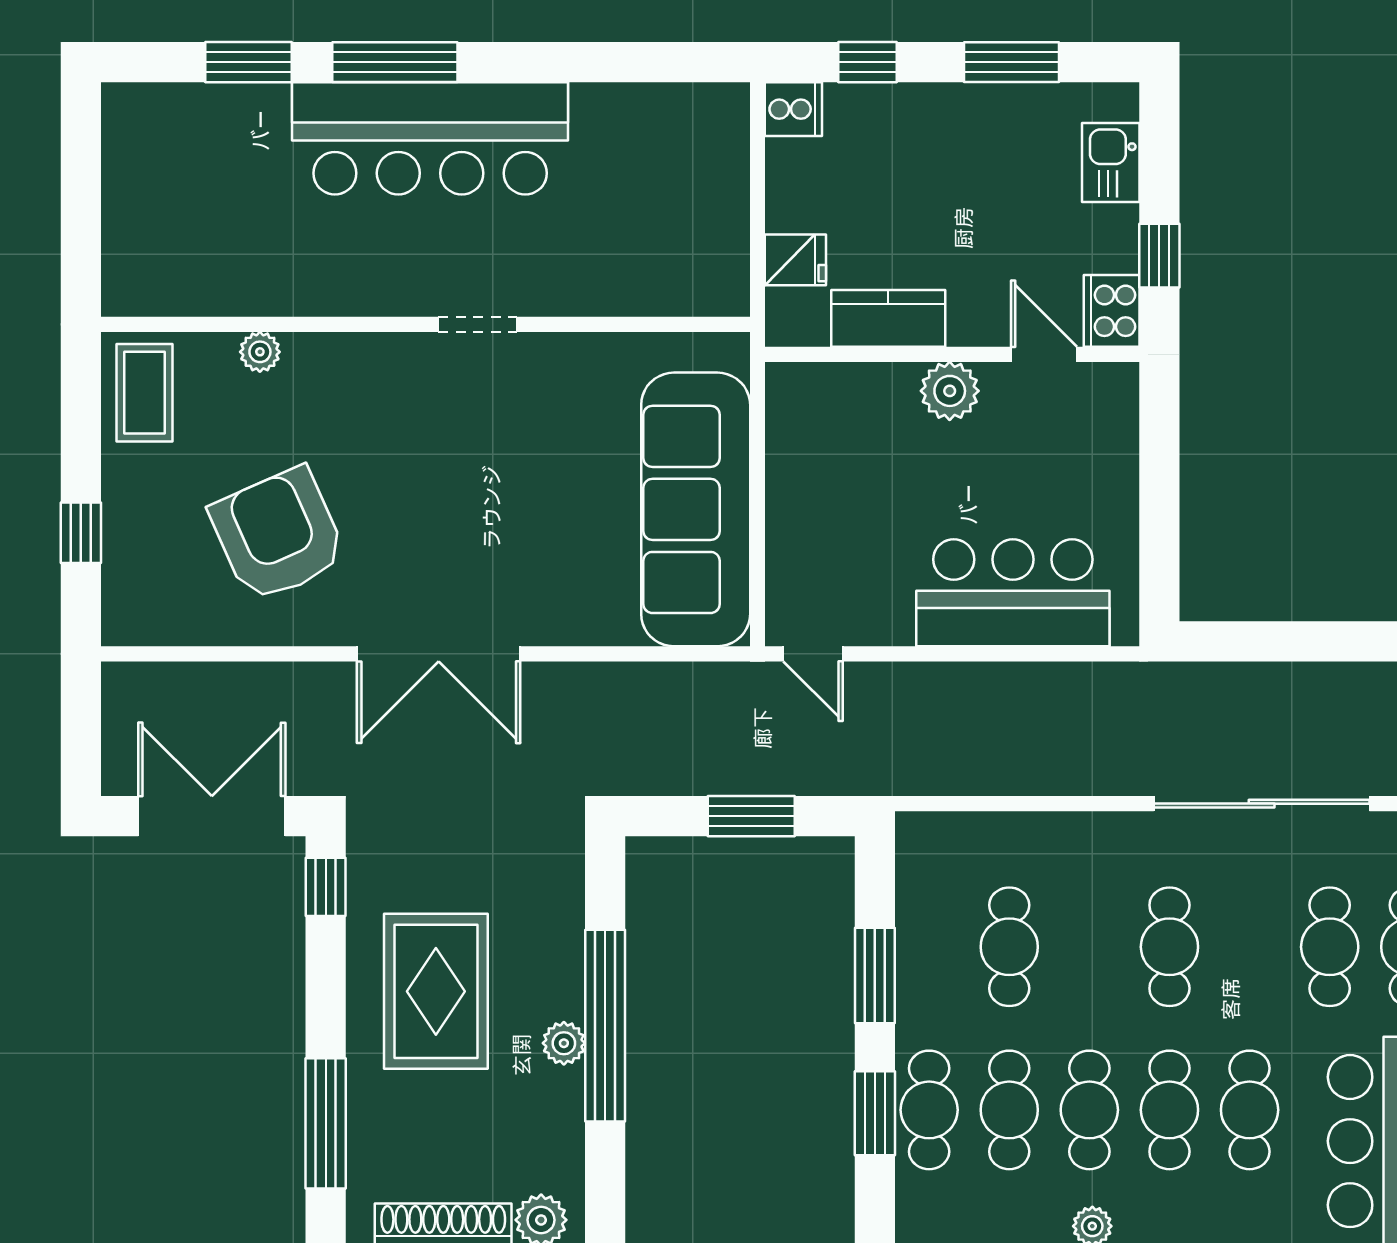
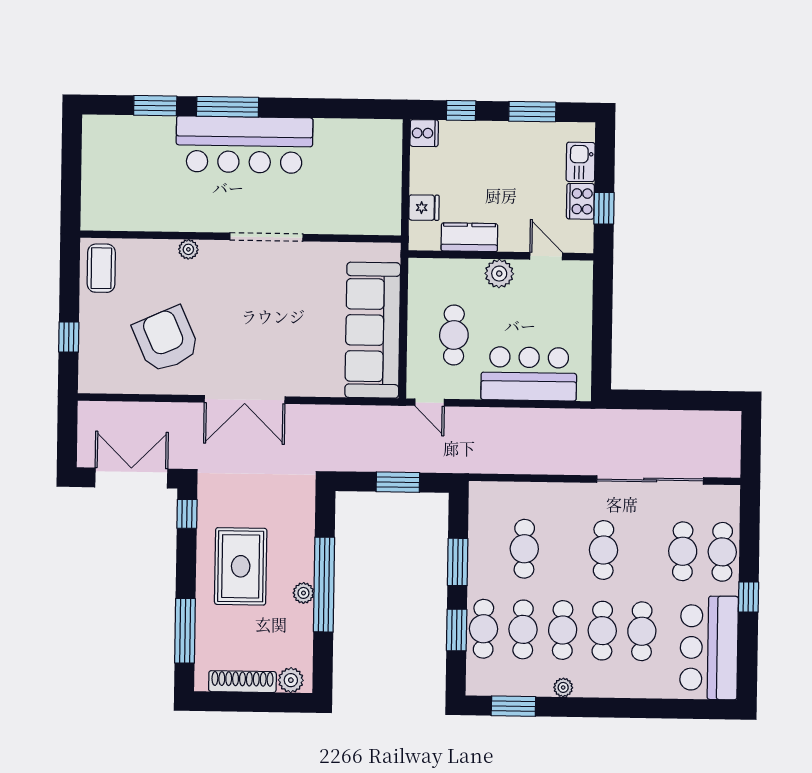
cooker: (1112, 311) -> (580, 201), moved
doorway: (478, 324) -> (266, 237), width x1.87
plant: (260, 352) -> (188, 249), moved
cafe table: (860, 517) -> (454, 335), added

